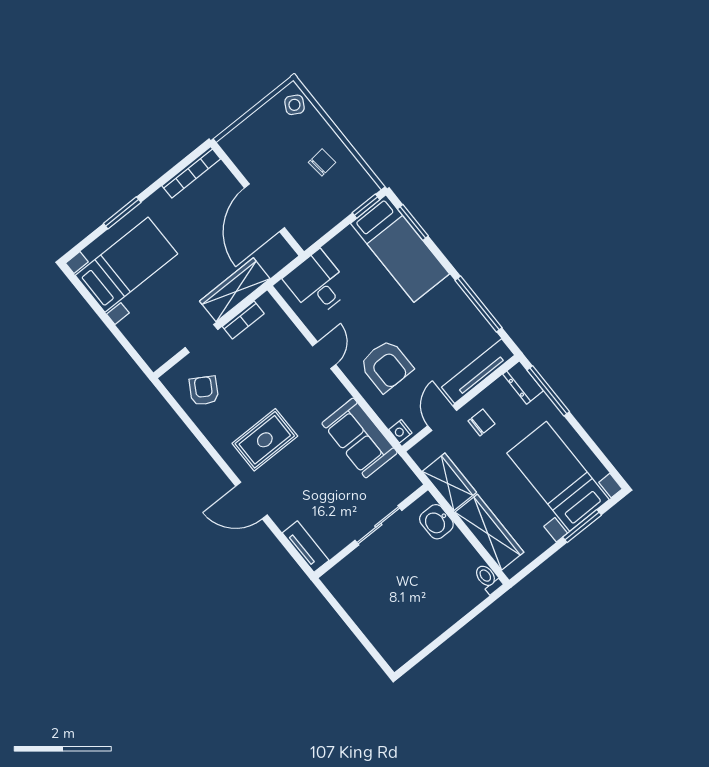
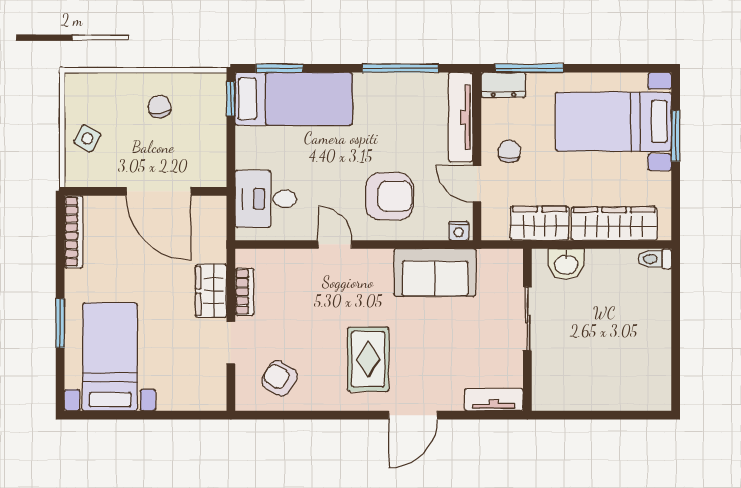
side table: (294, 105) -> (87, 138), moved
wardrobe: (235, 290) -> (211, 291), width x0.67

